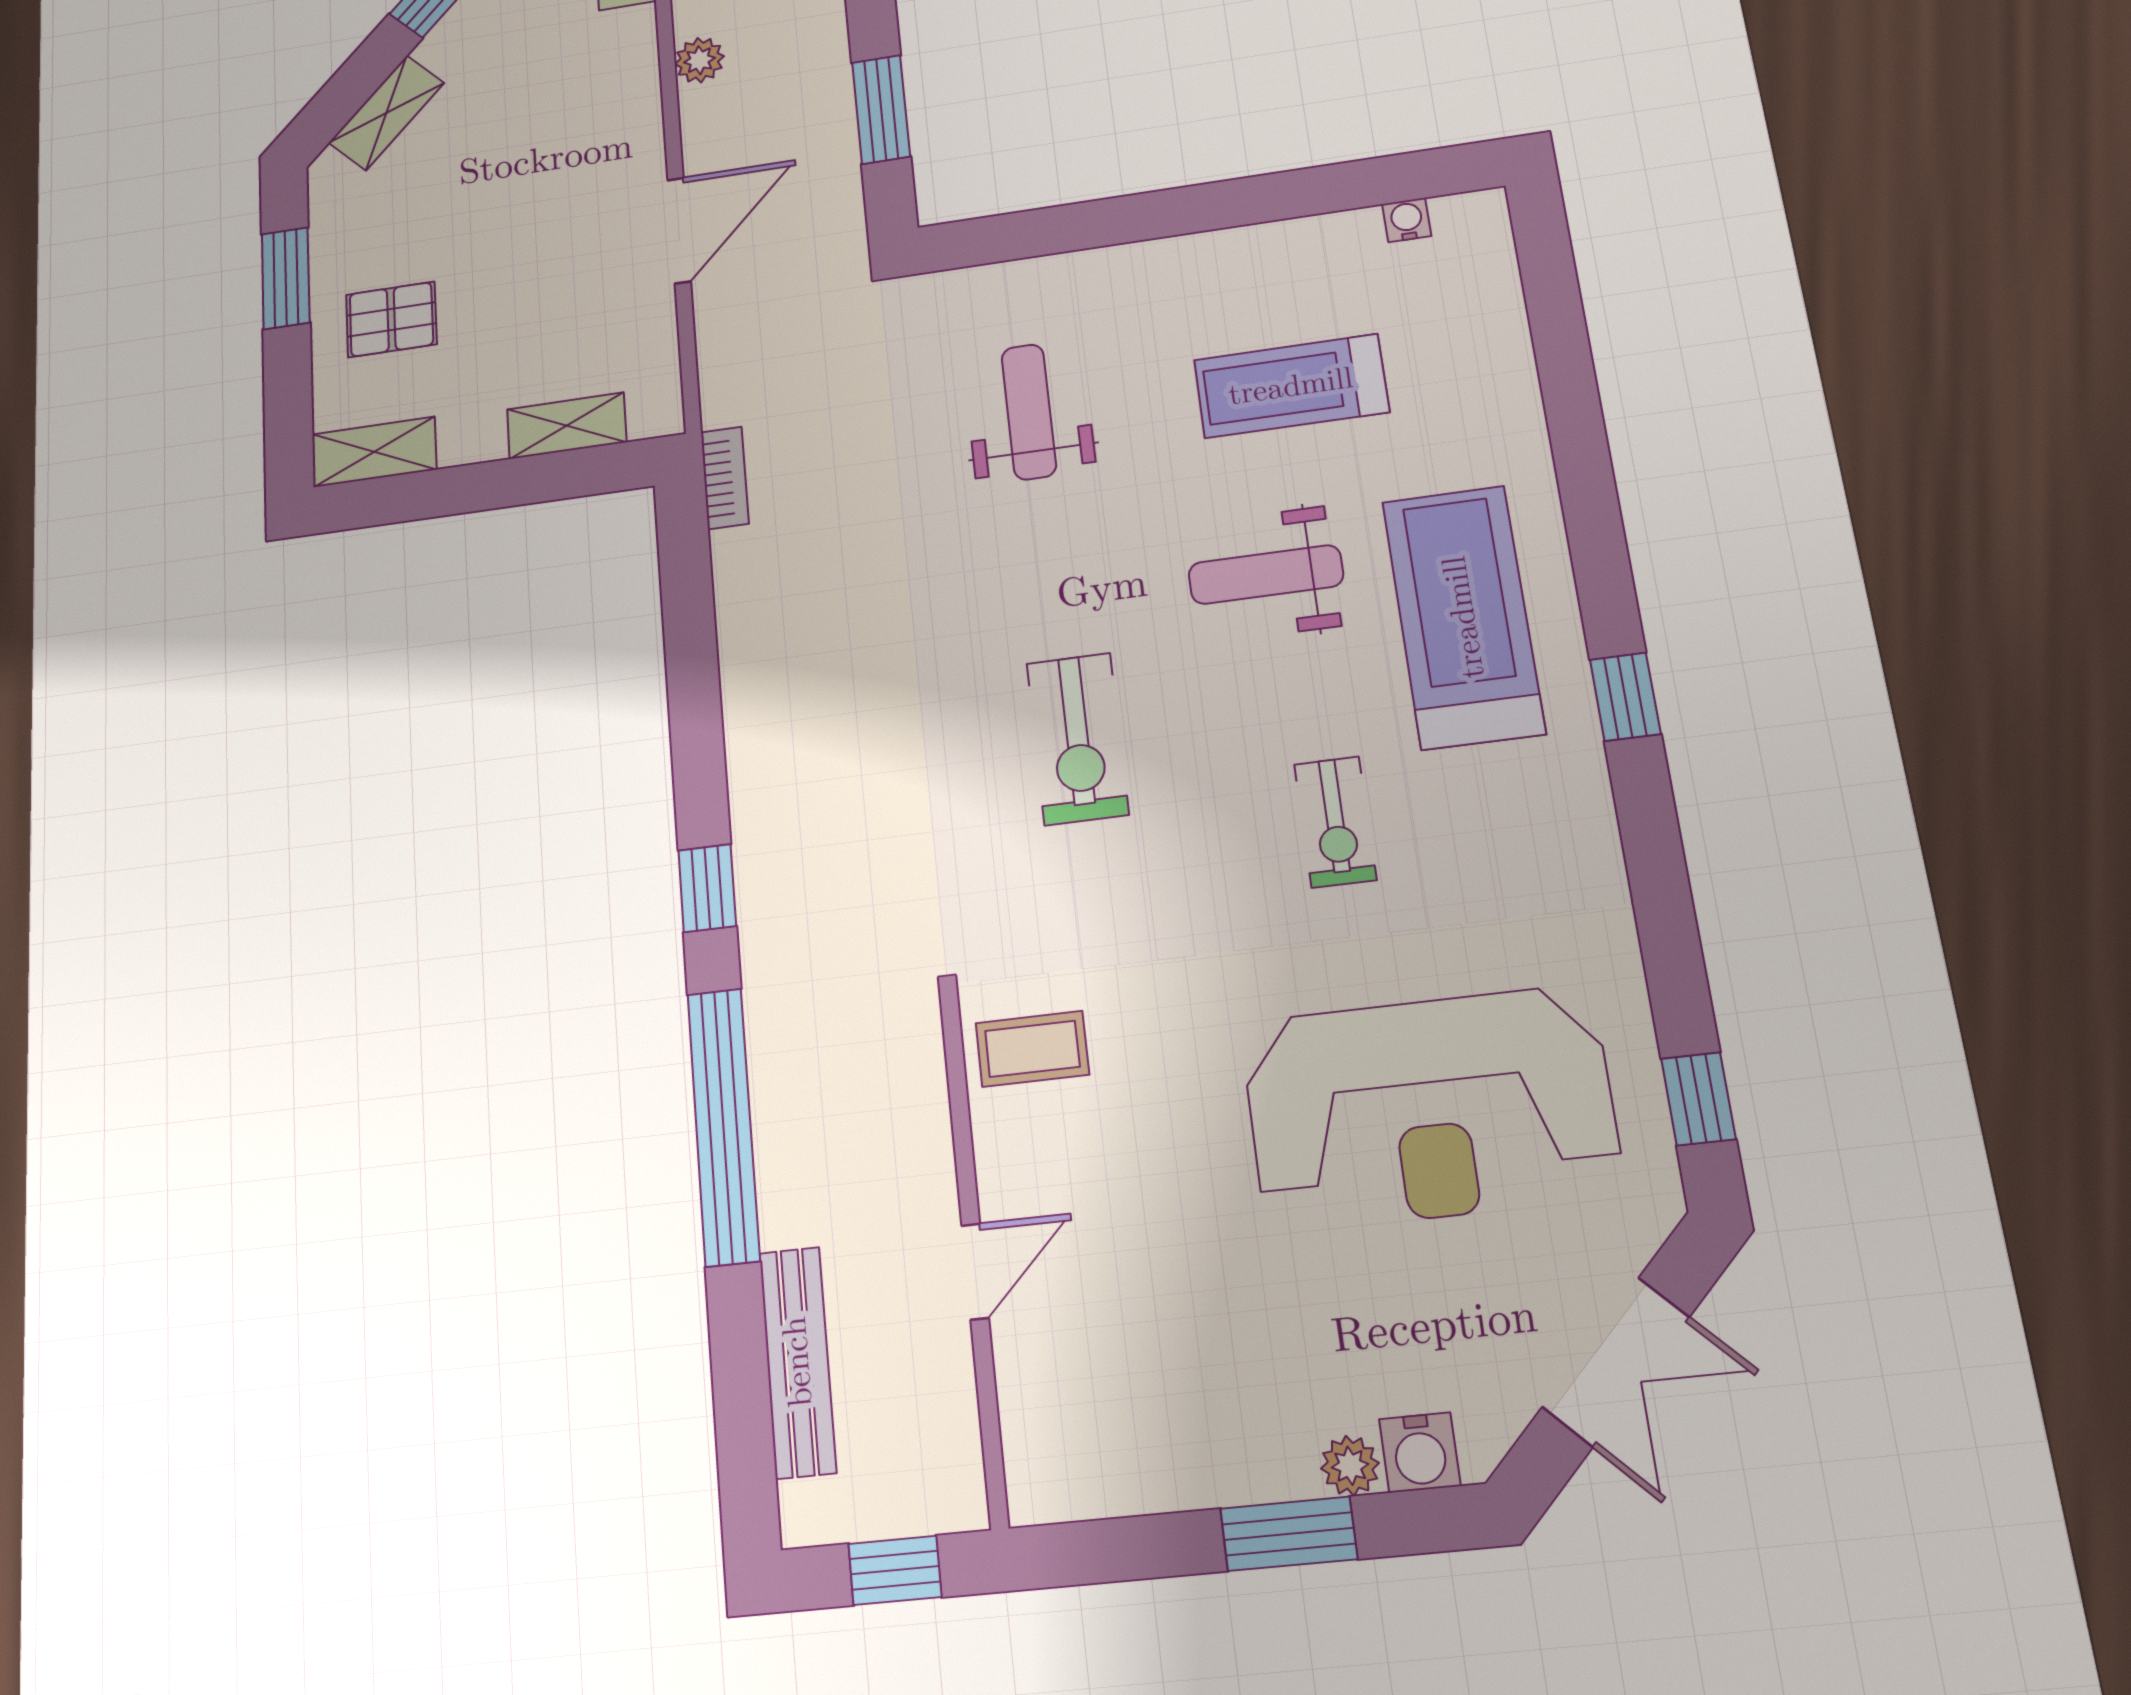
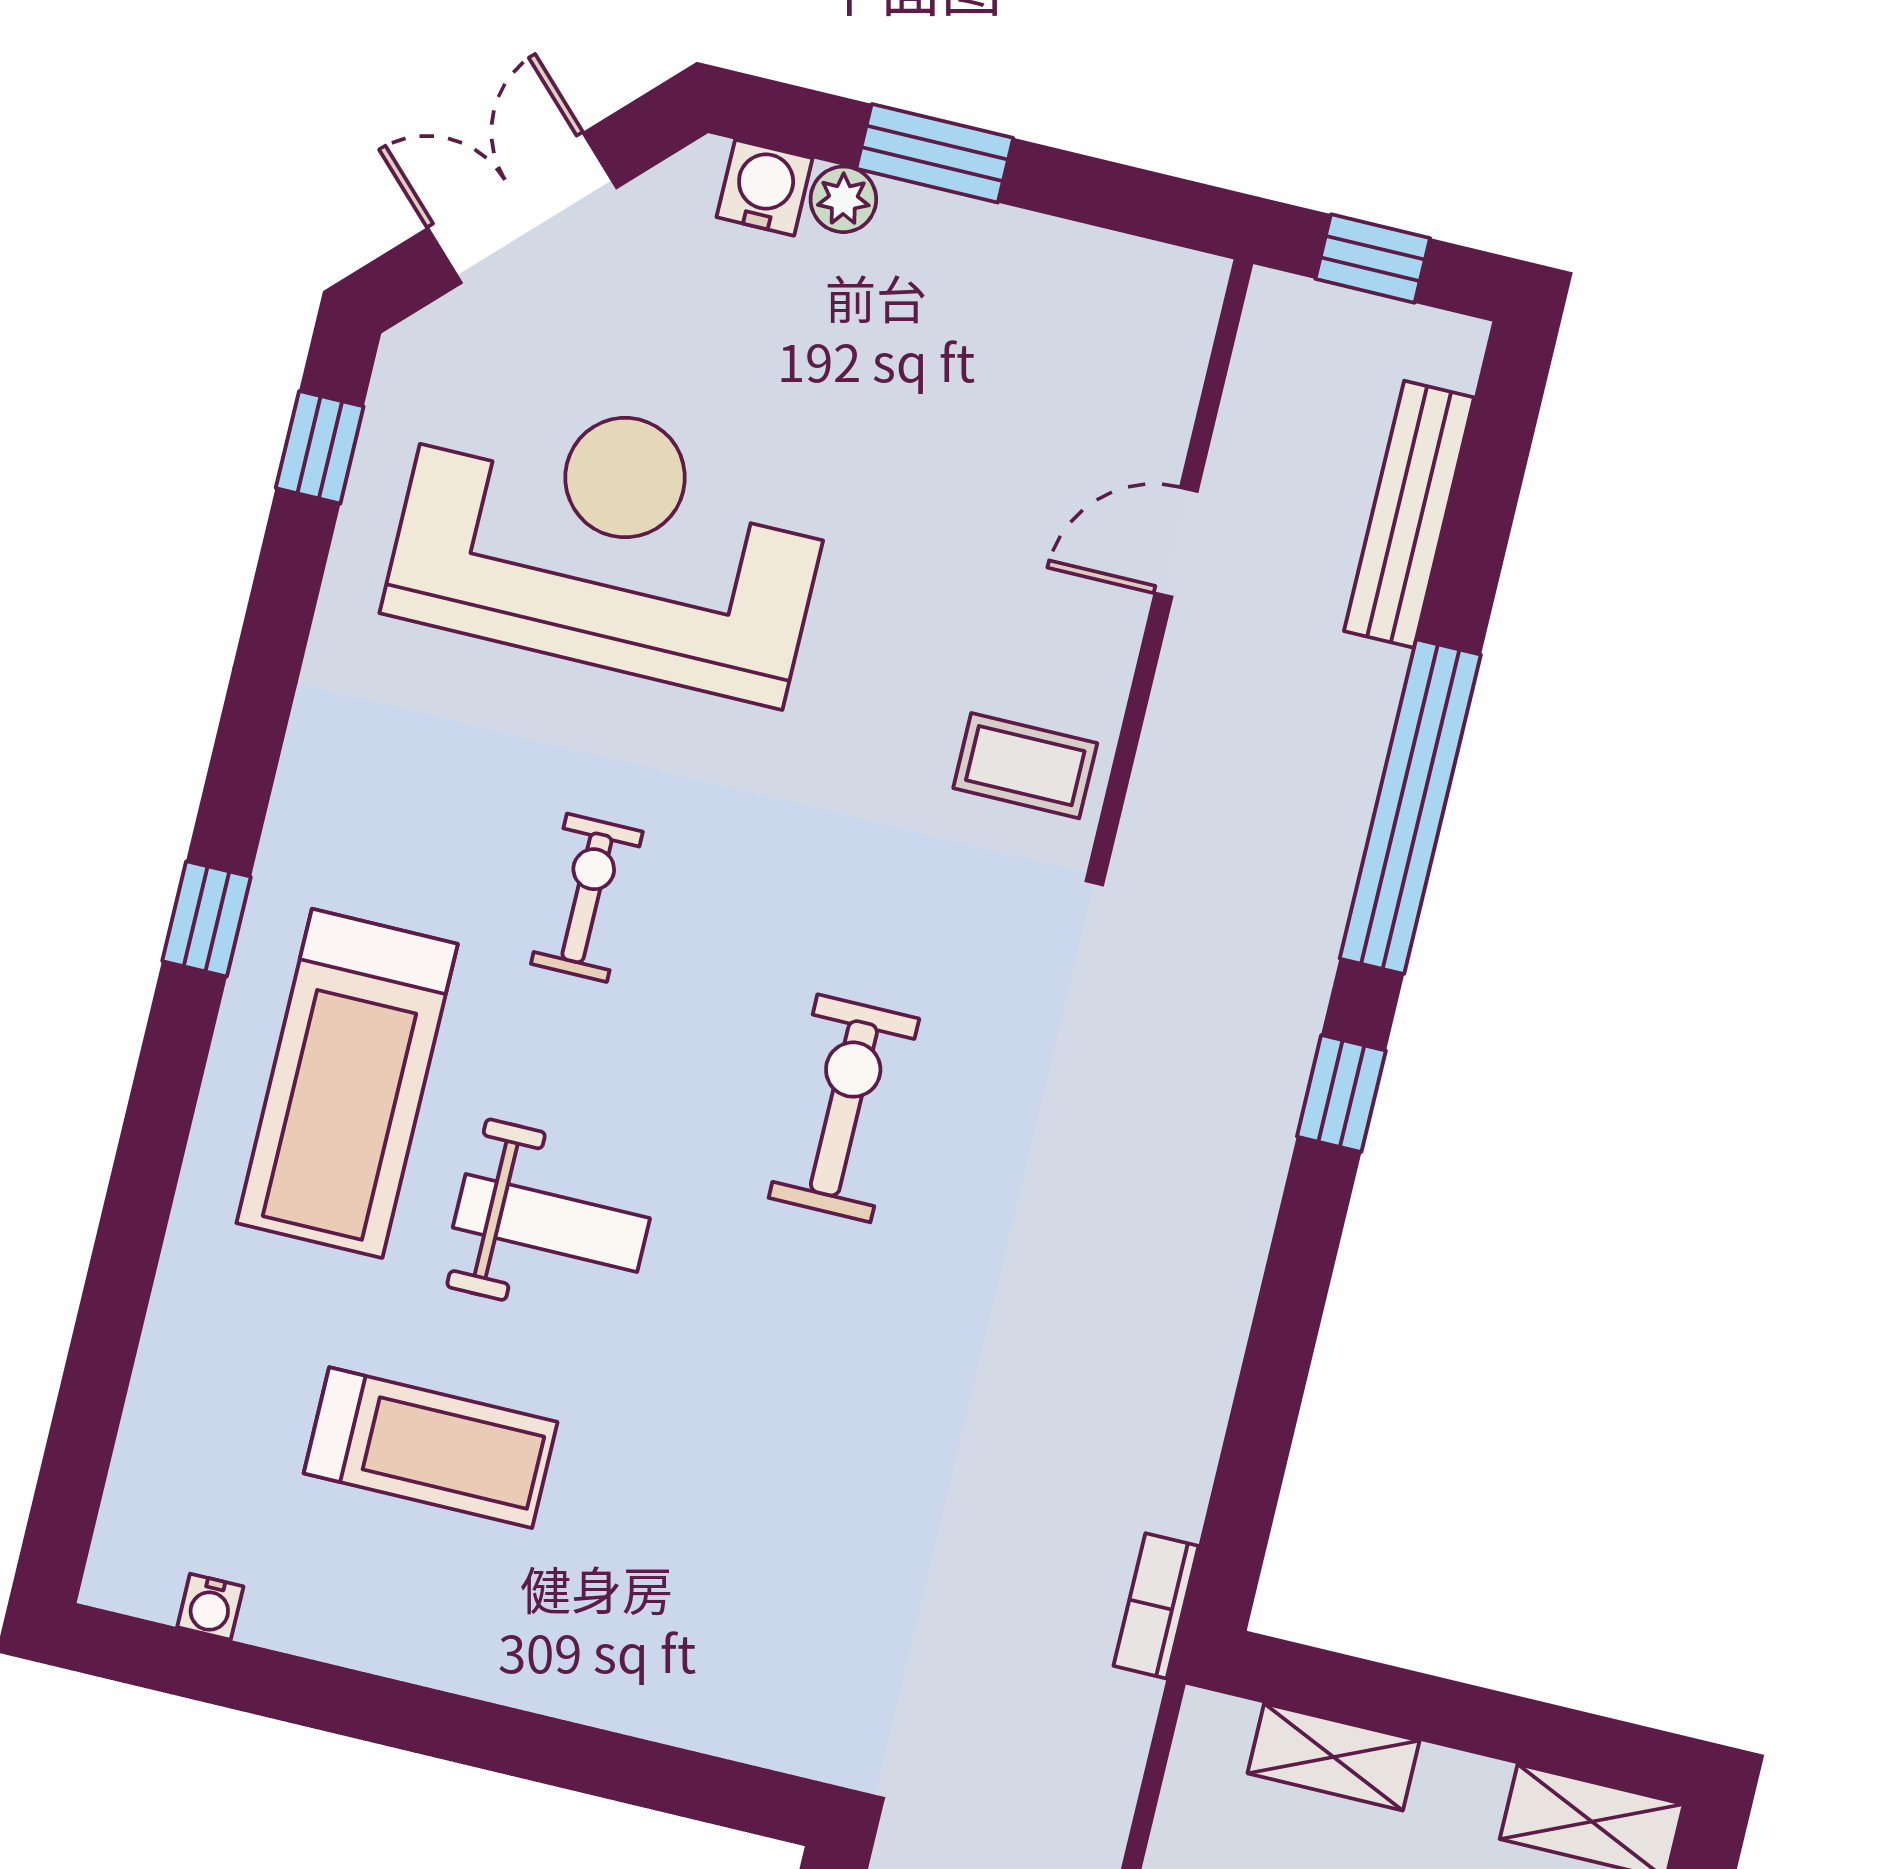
weight bench: (1029, 412) -> (755, 1542), removed

